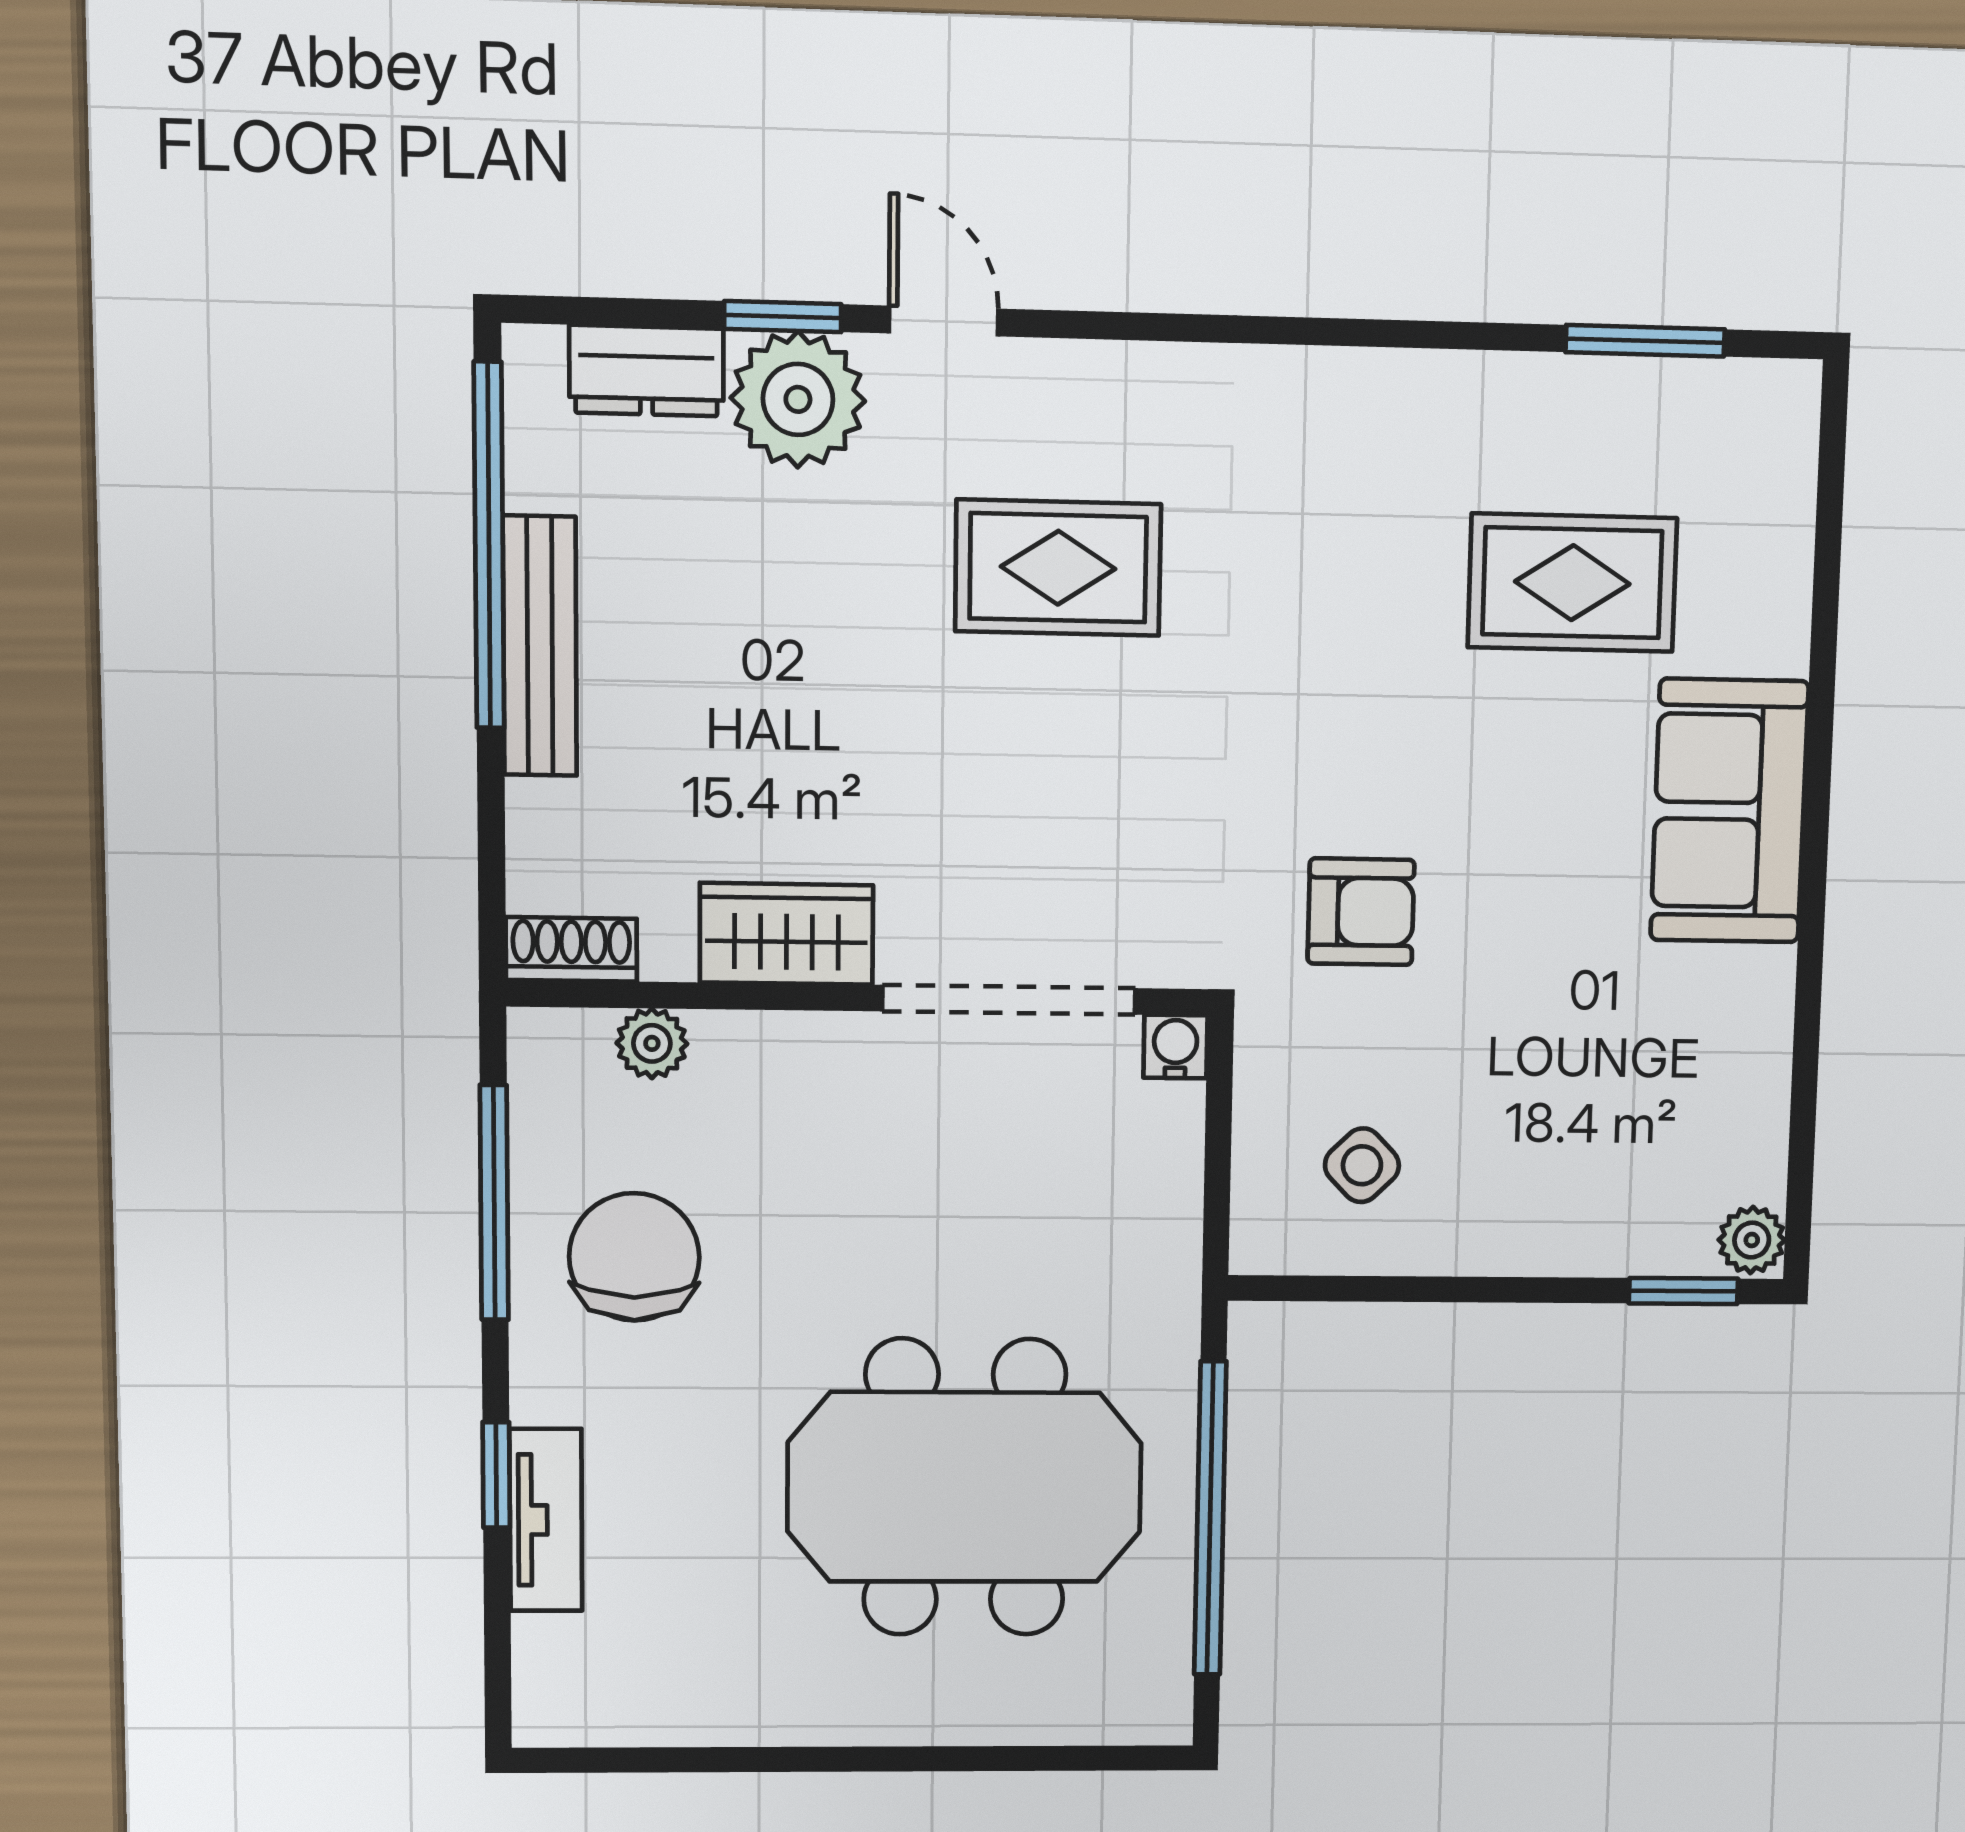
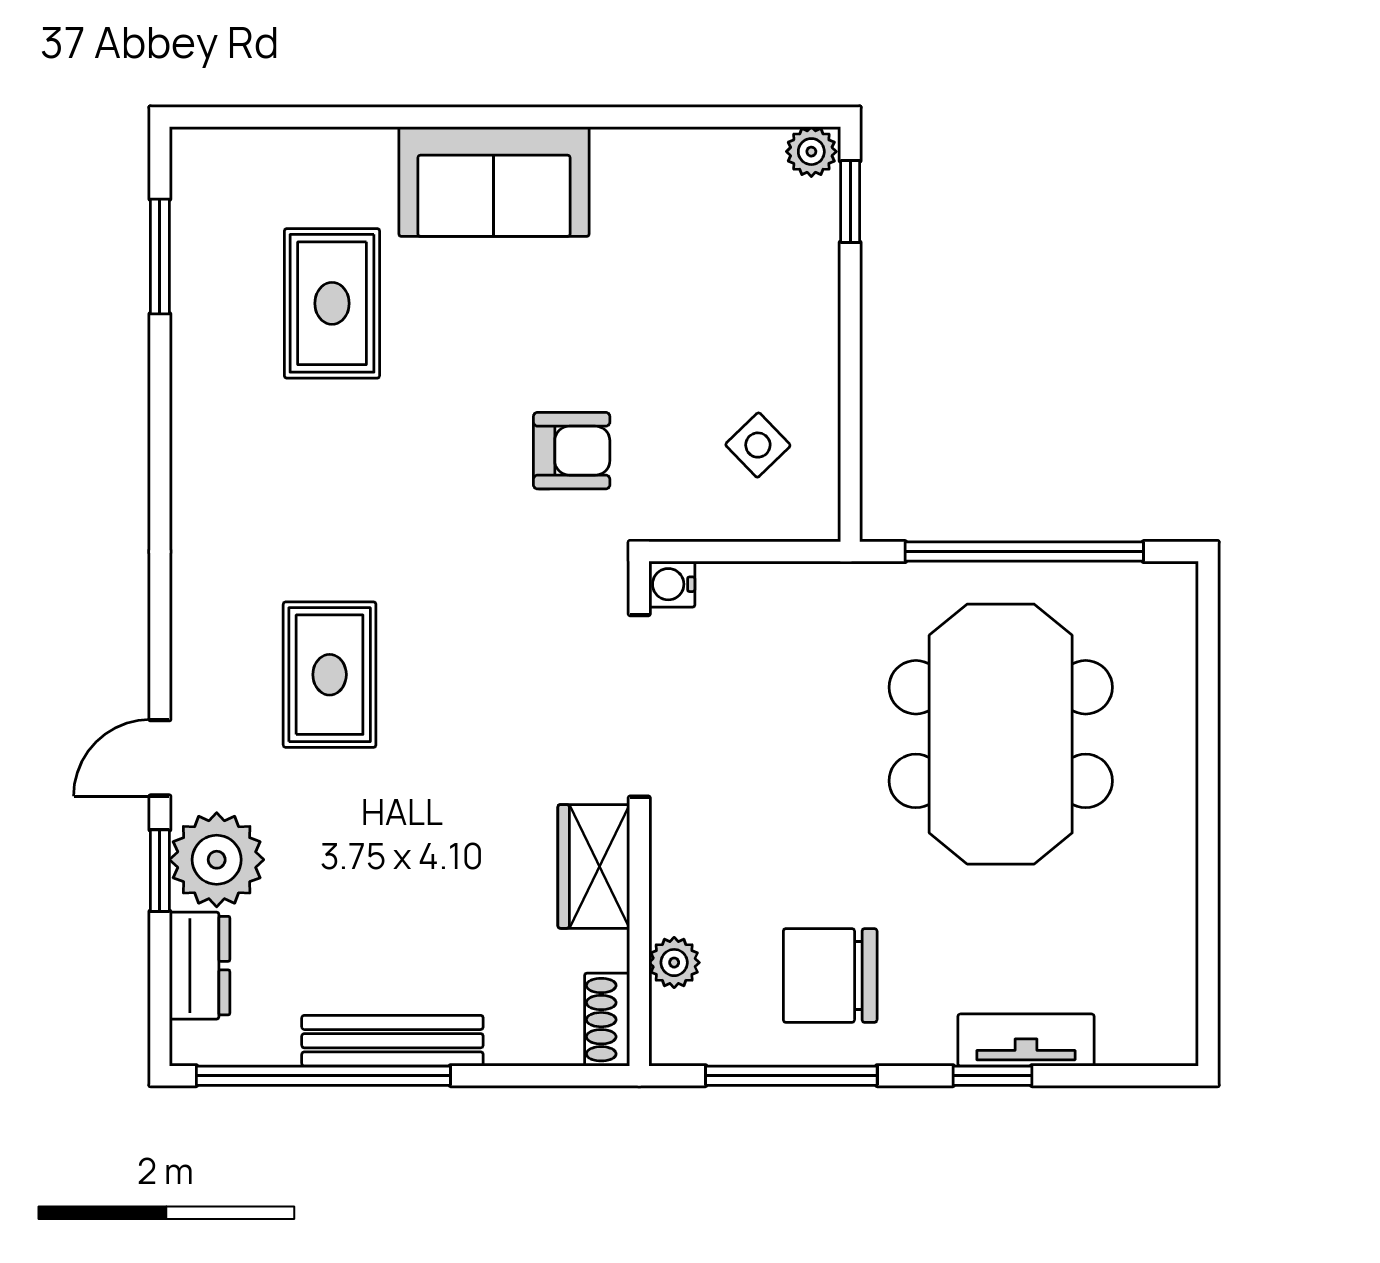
armchair: (1361, 912) -> (572, 451), turned 90

